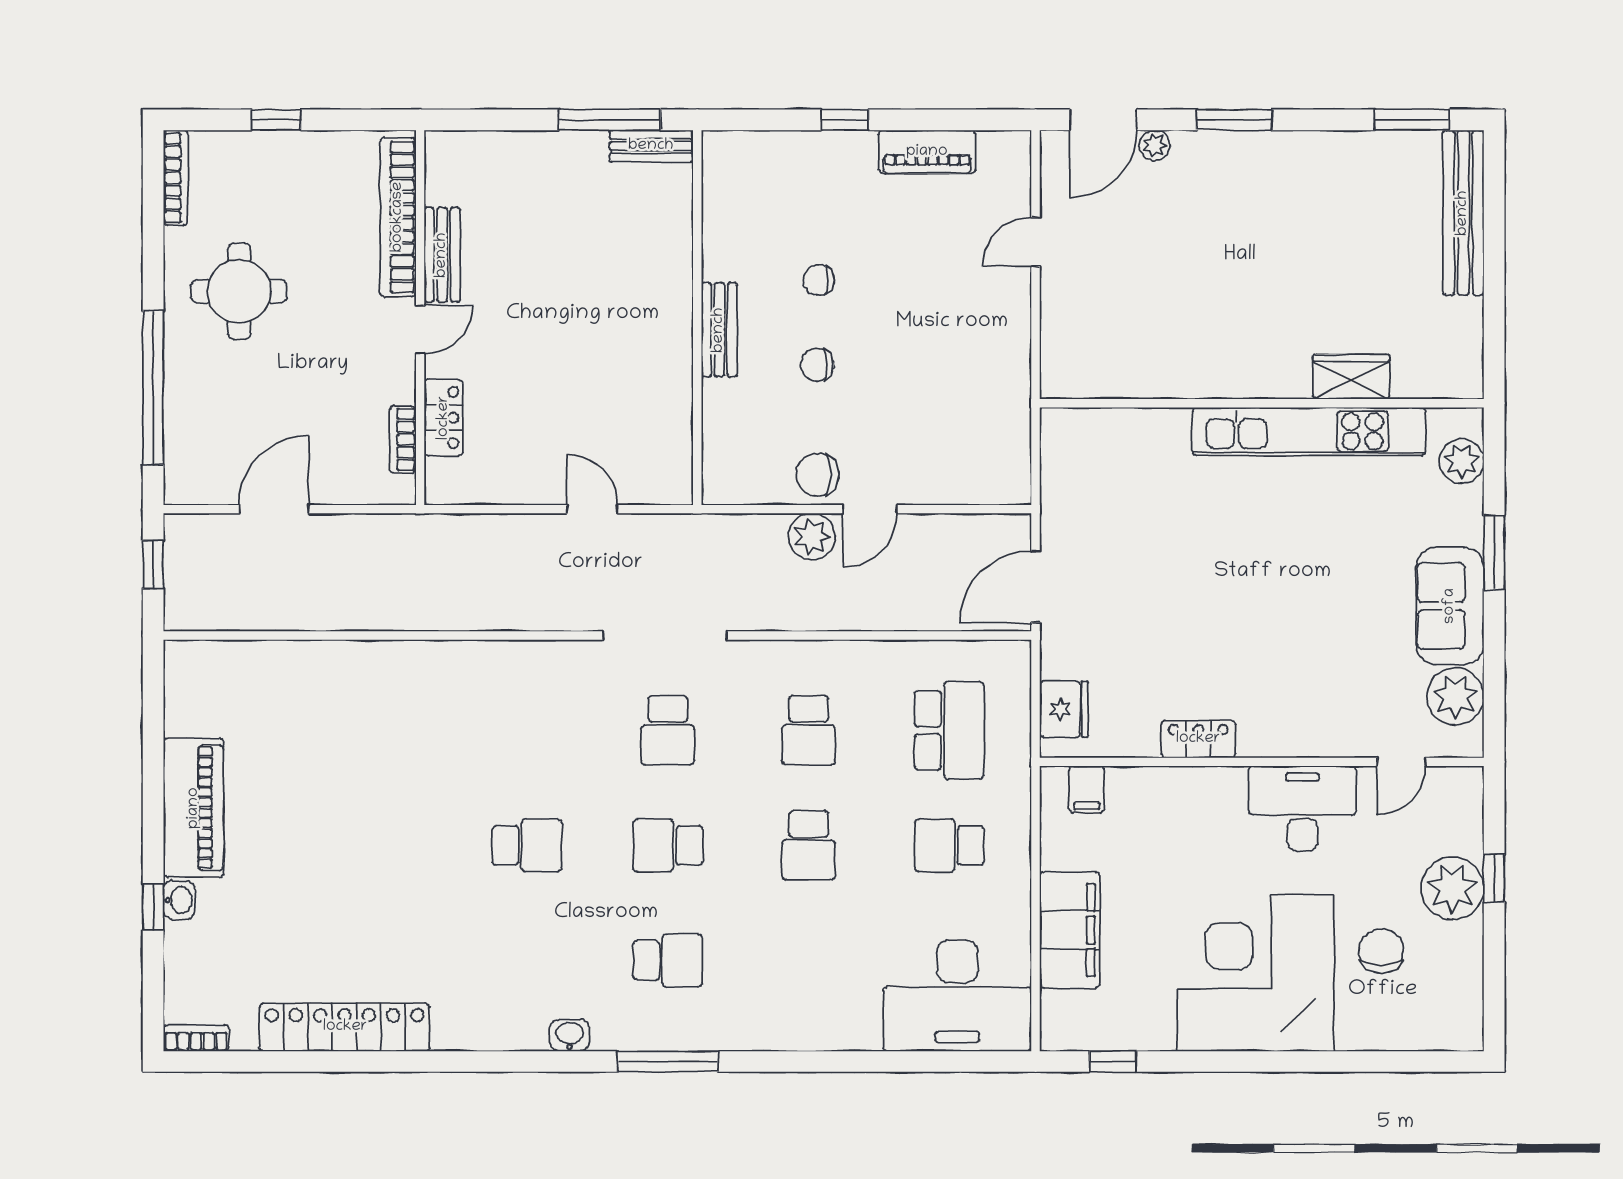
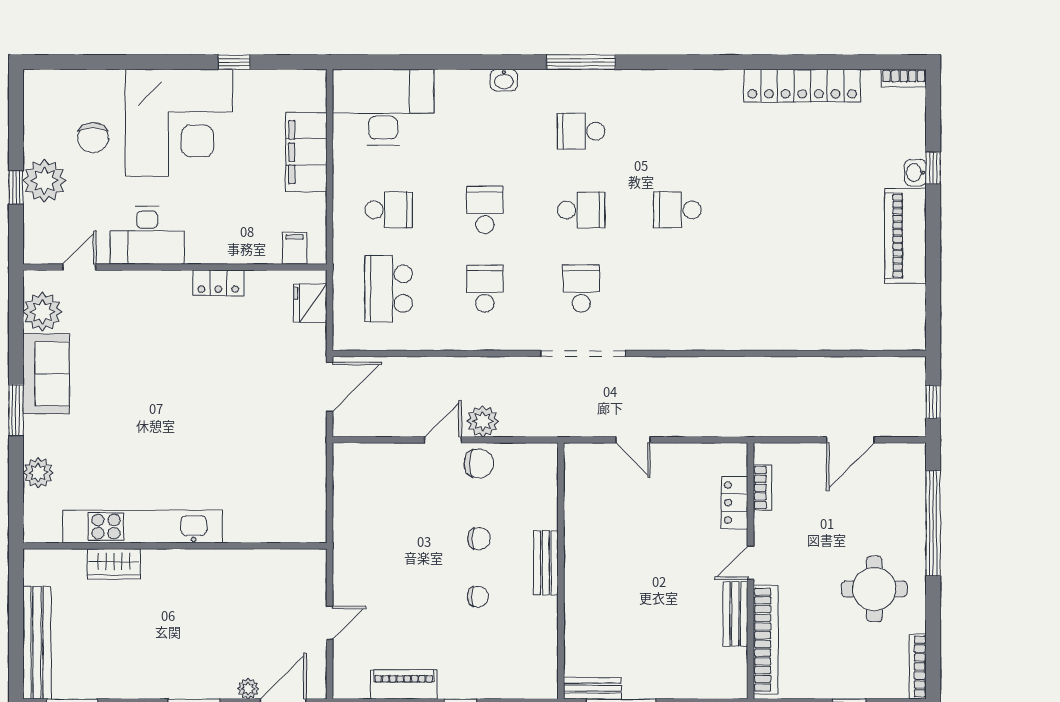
wardrobe: (1351, 377) -> (114, 564), moved
wall: (1262, 403) -> (175, 546), moved
kitchen unit: (1309, 431) -> (143, 527), moved
washbasin: (569, 1035) -> (504, 80), moved
window: (1113, 1061) -> (234, 62), moved

